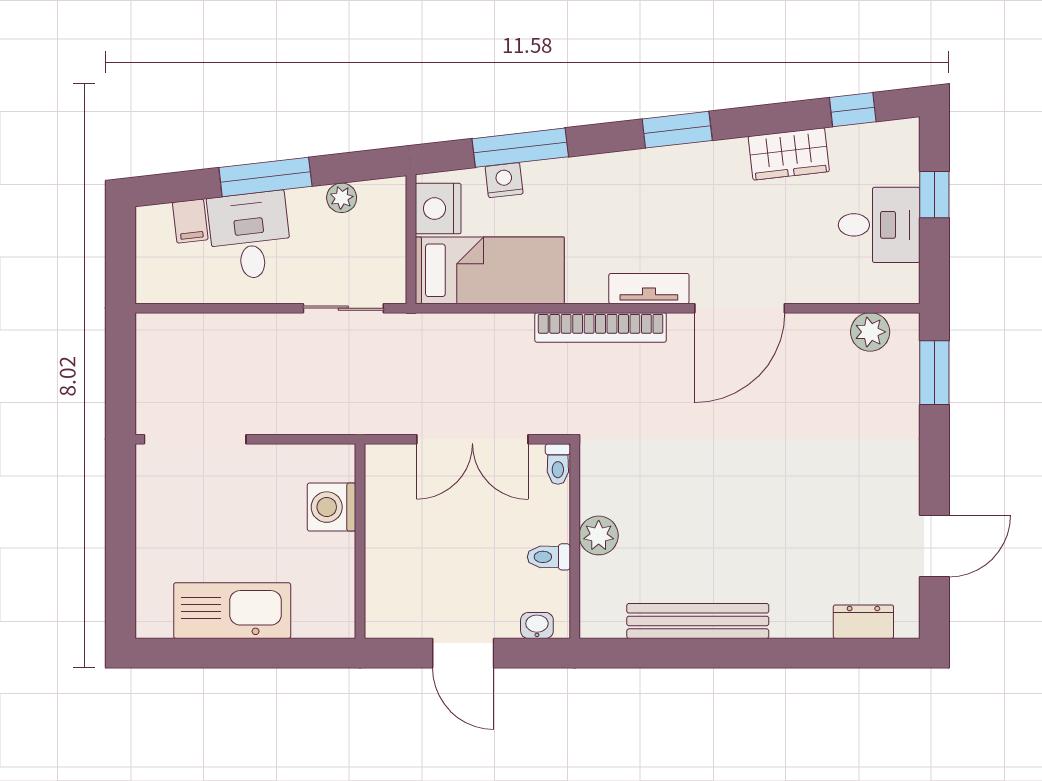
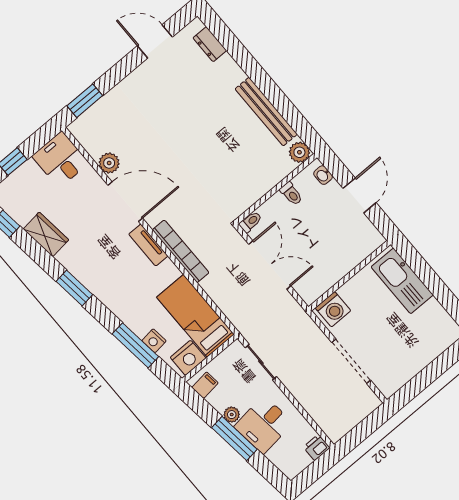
plant: (342, 198) -> (232, 415), moved
filing cabinet: (190, 221) -> (205, 385), moved
desk: (879, 225) -> (60, 160), moved
printer: (153, 285) -> (317, 447), added
plant: (870, 332) -> (109, 163), moved
doorway: (195, 439) -> (351, 361), moved
washing machine: (332, 507) -> (333, 309), moved
plant: (599, 535) -> (299, 152), moved
kitchen sink: (232, 611) -> (402, 281), moved

